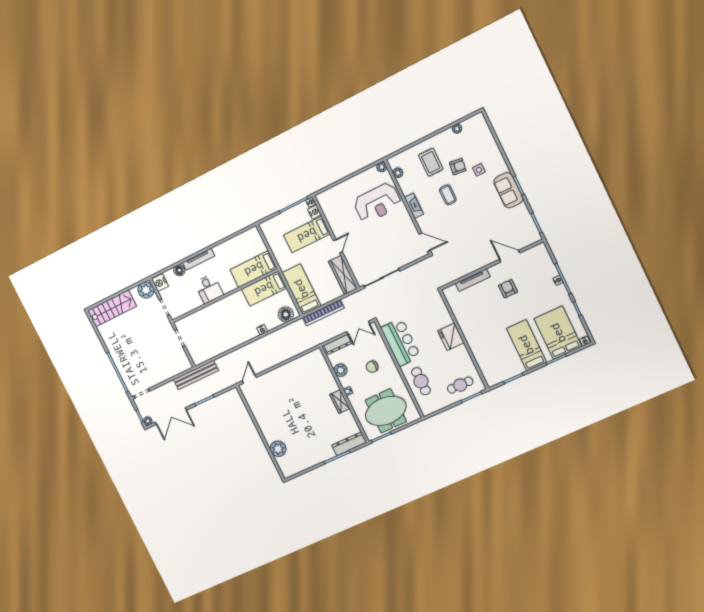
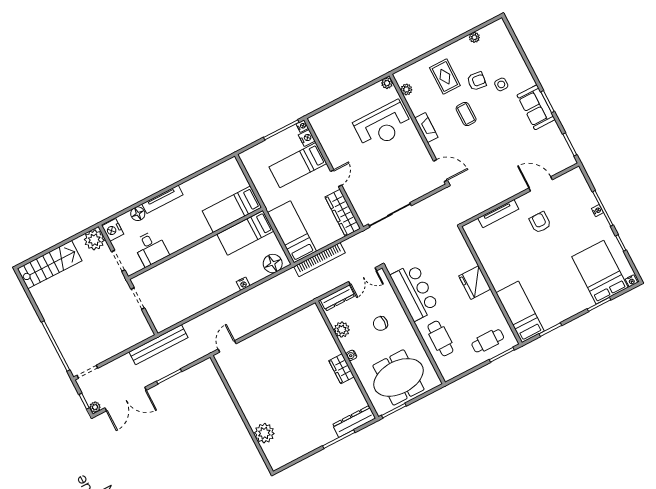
desk: (209, 289) -> (151, 248), moved
bed: (526, 345) -> (520, 312), moved

